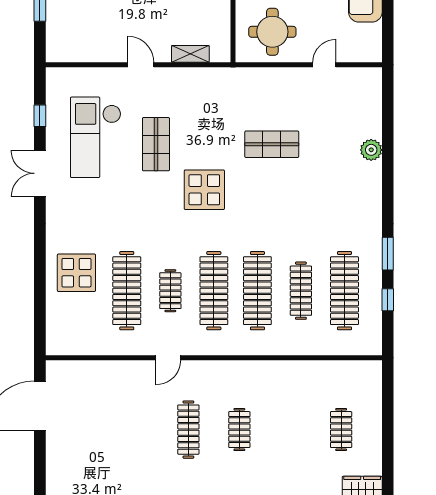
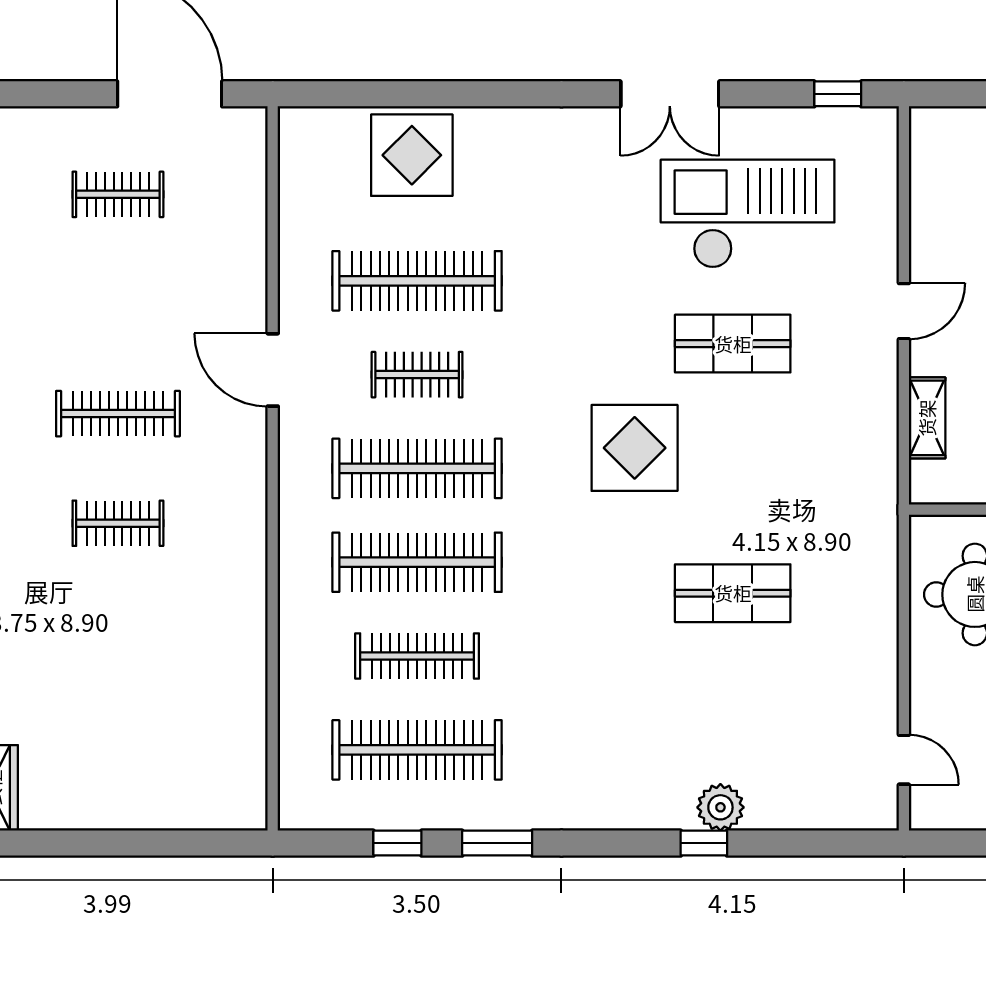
door: (324, 65) -> (904, 760), moved
window: (40, 116) -> (838, 94), moved
shop shelf: (272, 144) -> (733, 593), turned 90
window: (388, 158) -> (704, 843), added
double door: (40, 173) -> (670, 94), swing flipped
display table: (76, 273) -> (412, 155), moved
door: (168, 358) -> (273, 370), width x1.38
clothes rail: (341, 430) -> (118, 194), moved

